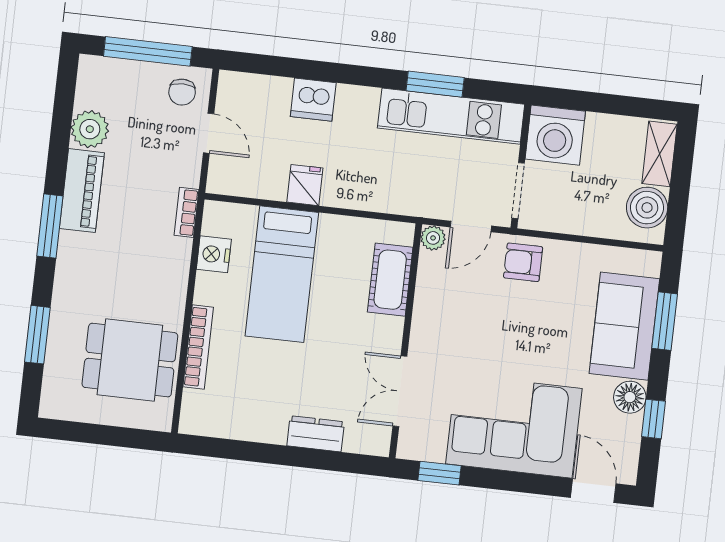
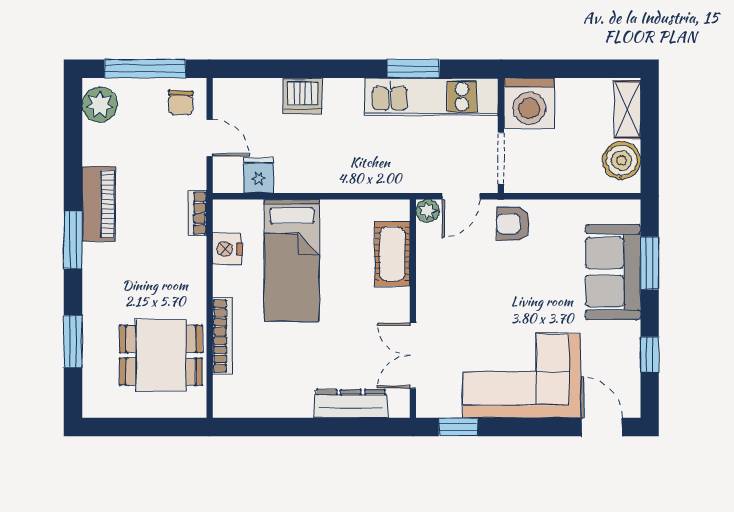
plant: (90, 129) -> (100, 105), moved
fridge: (305, 185) -> (259, 176), moved
floor lamp: (630, 397) -> (626, 337), removed
dresser: (316, 434) -> (351, 404), width x1.44

